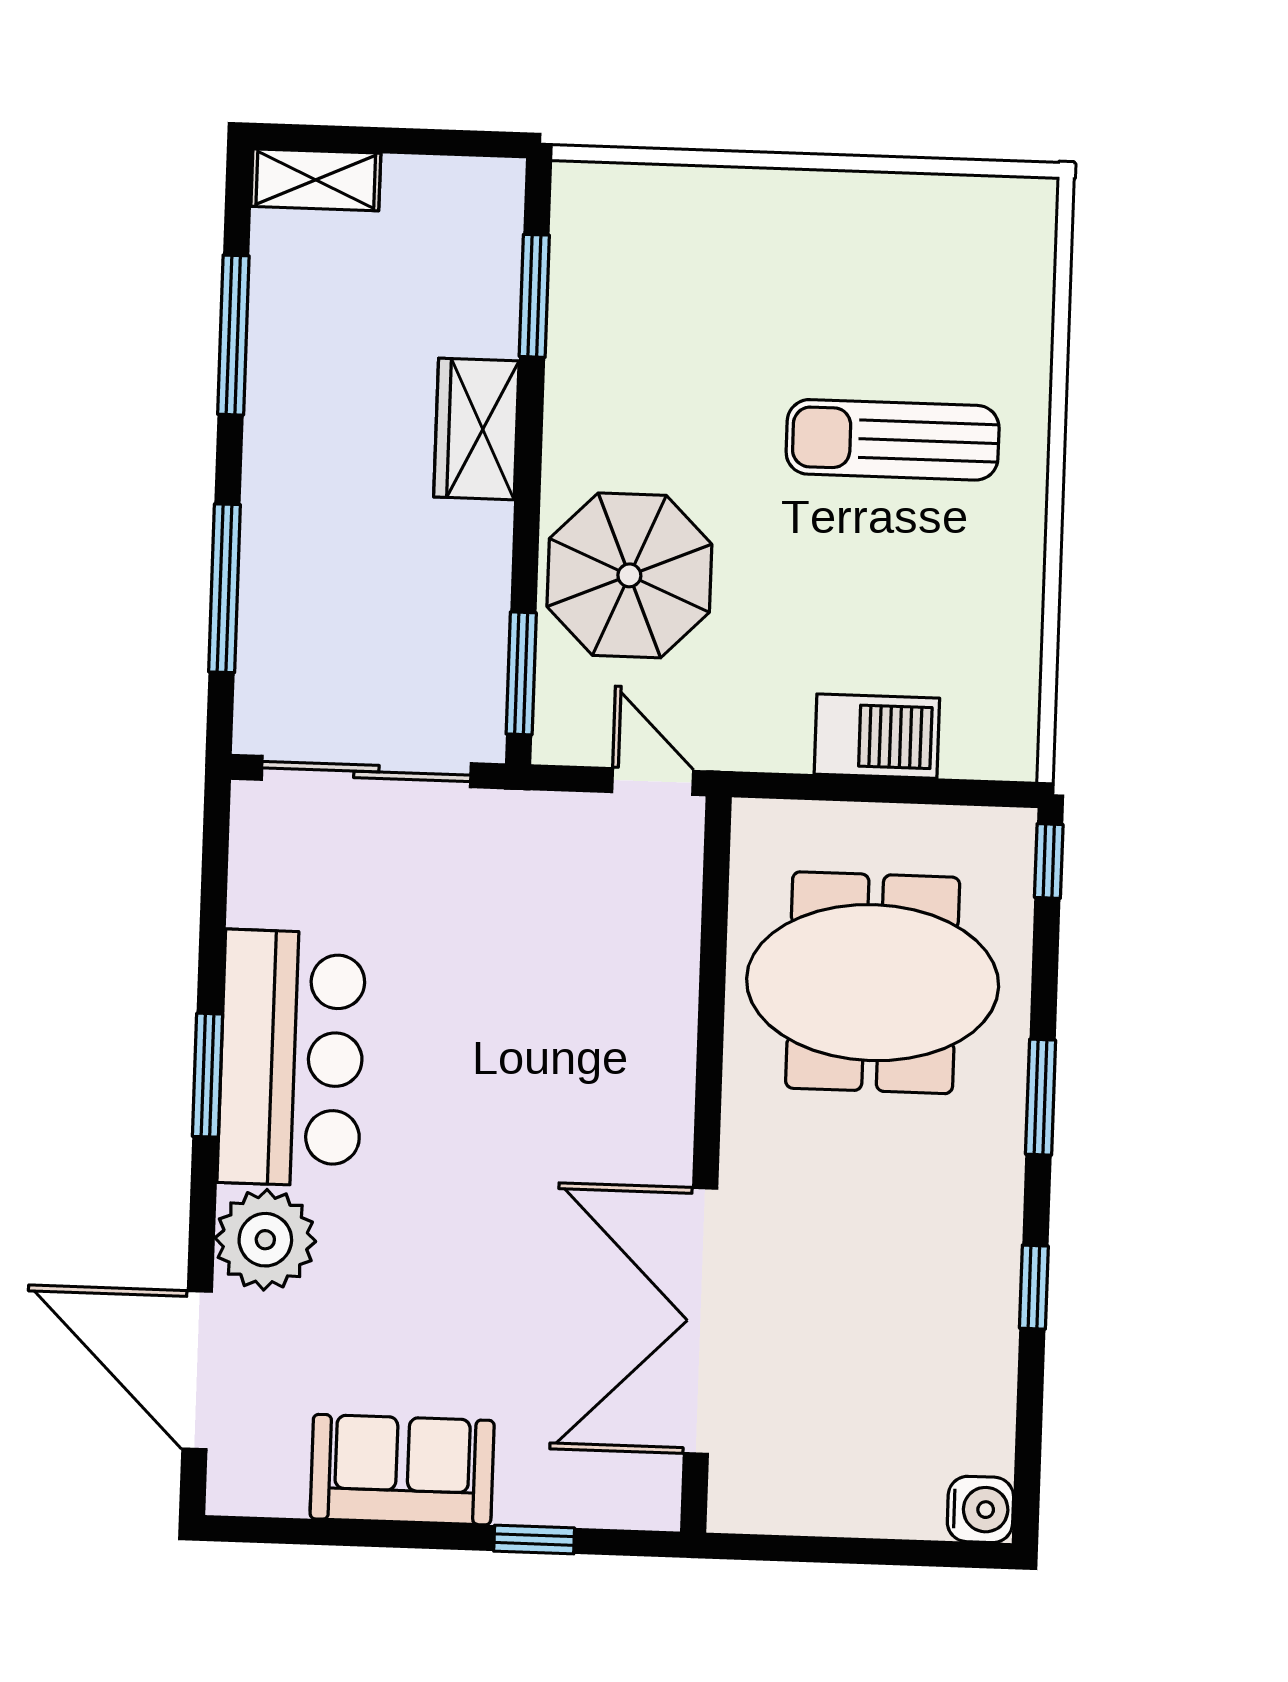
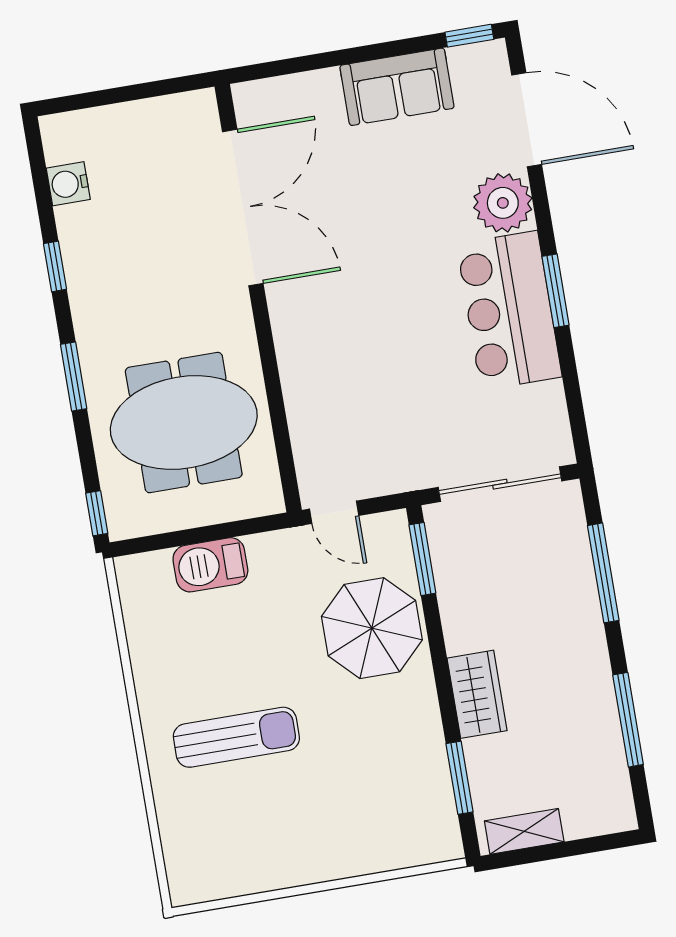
shelving: (316, 180) -> (524, 831), moved
water cooler: (980, 1509) -> (68, 184), moved
window: (534, 1540) -> (469, 36), moved

